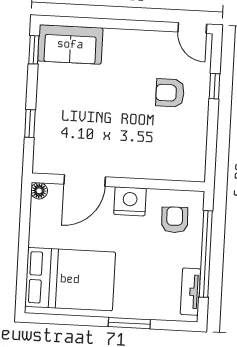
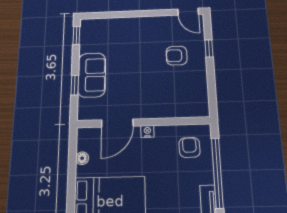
sofa: (70, 44) -> (92, 75), moved, turned -90
floor lamp: (39, 191) -> (82, 158), moved
nightstand: (130, 201) -> (147, 131), width x0.53, depth x0.56

